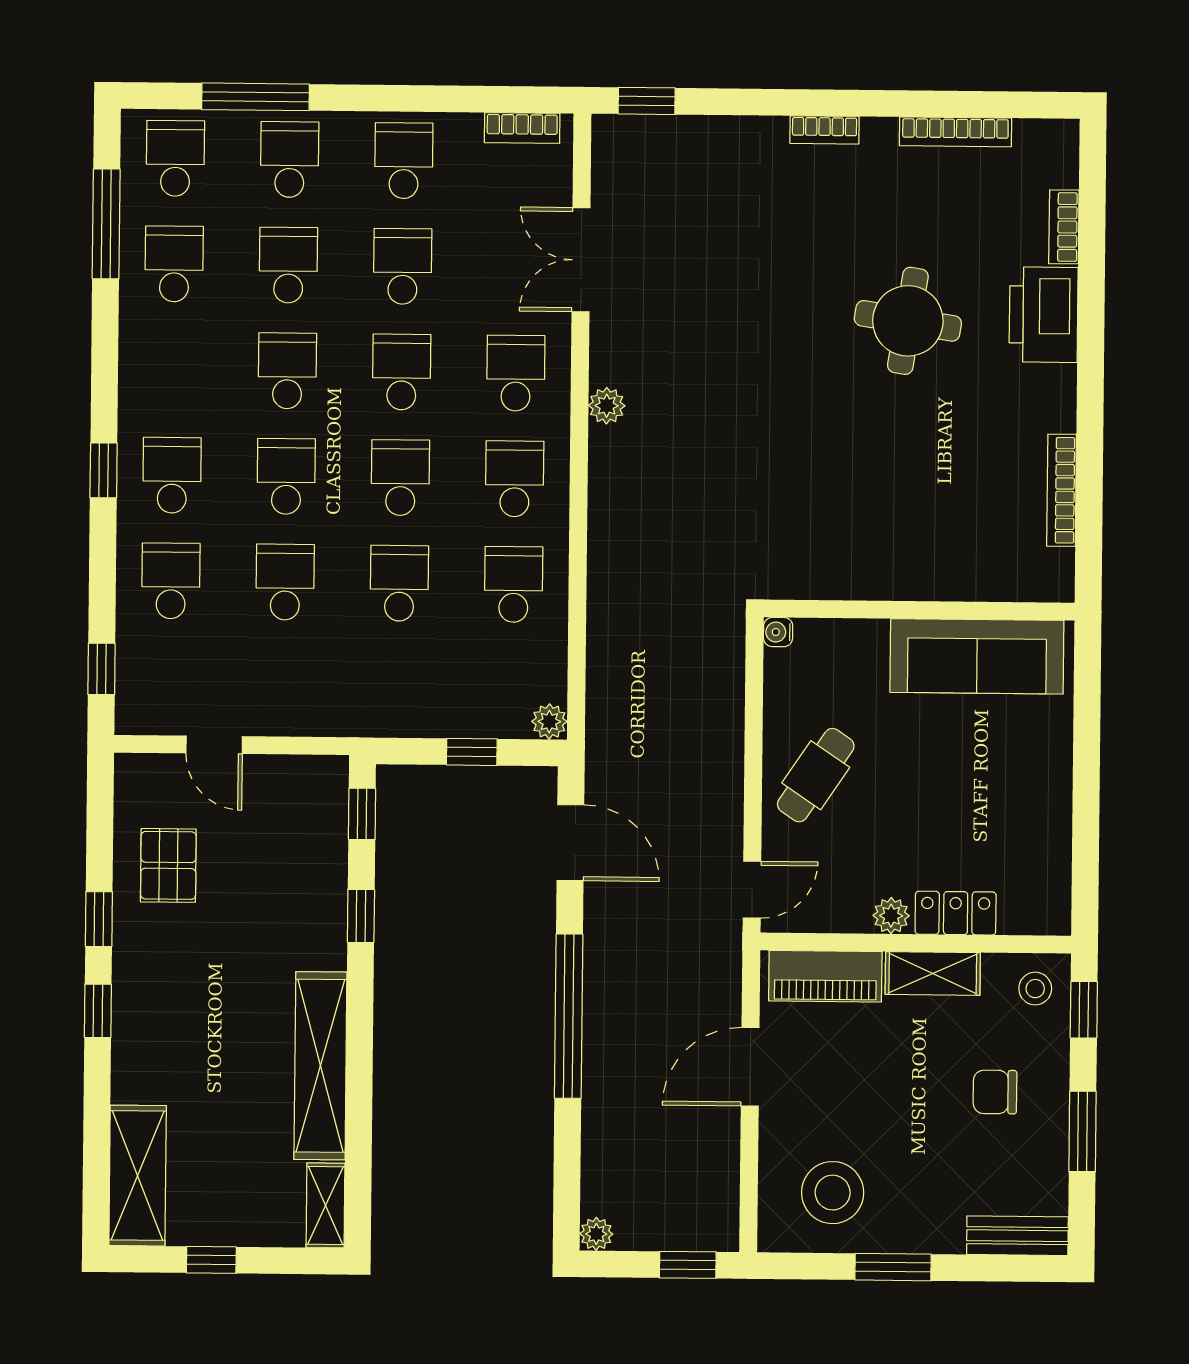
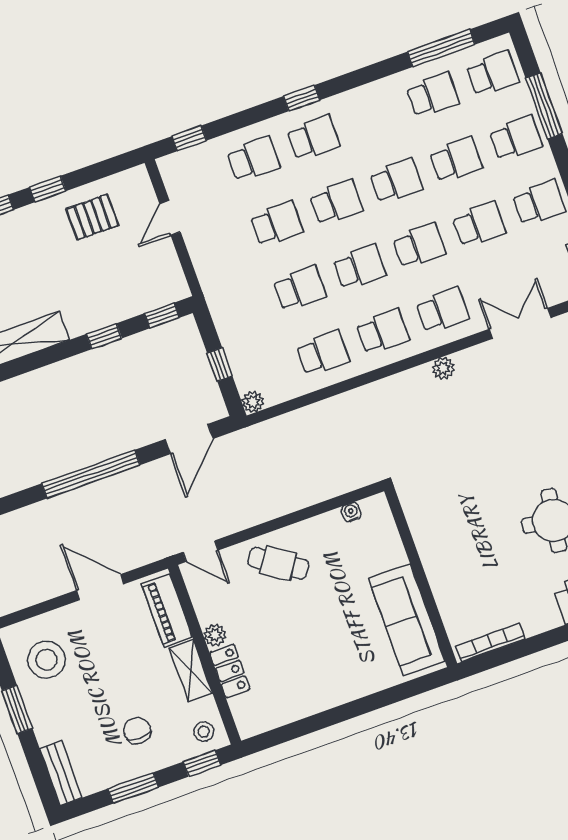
wall: (919, 610) -> (421, 577), moved
sofa: (977, 656) -> (407, 620), moved

